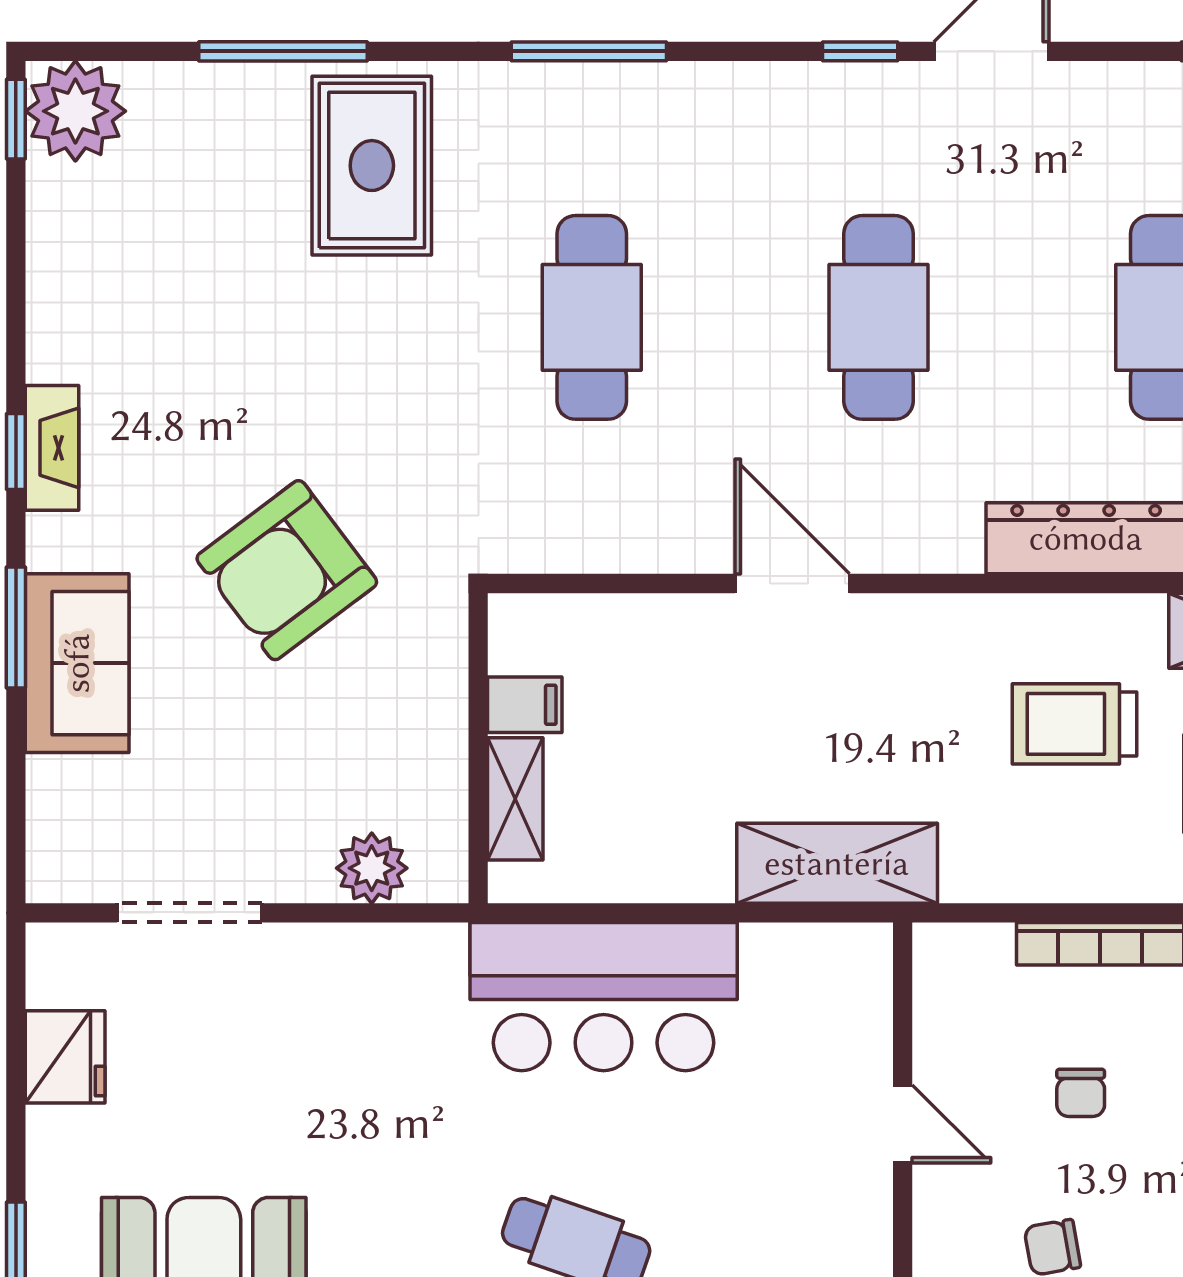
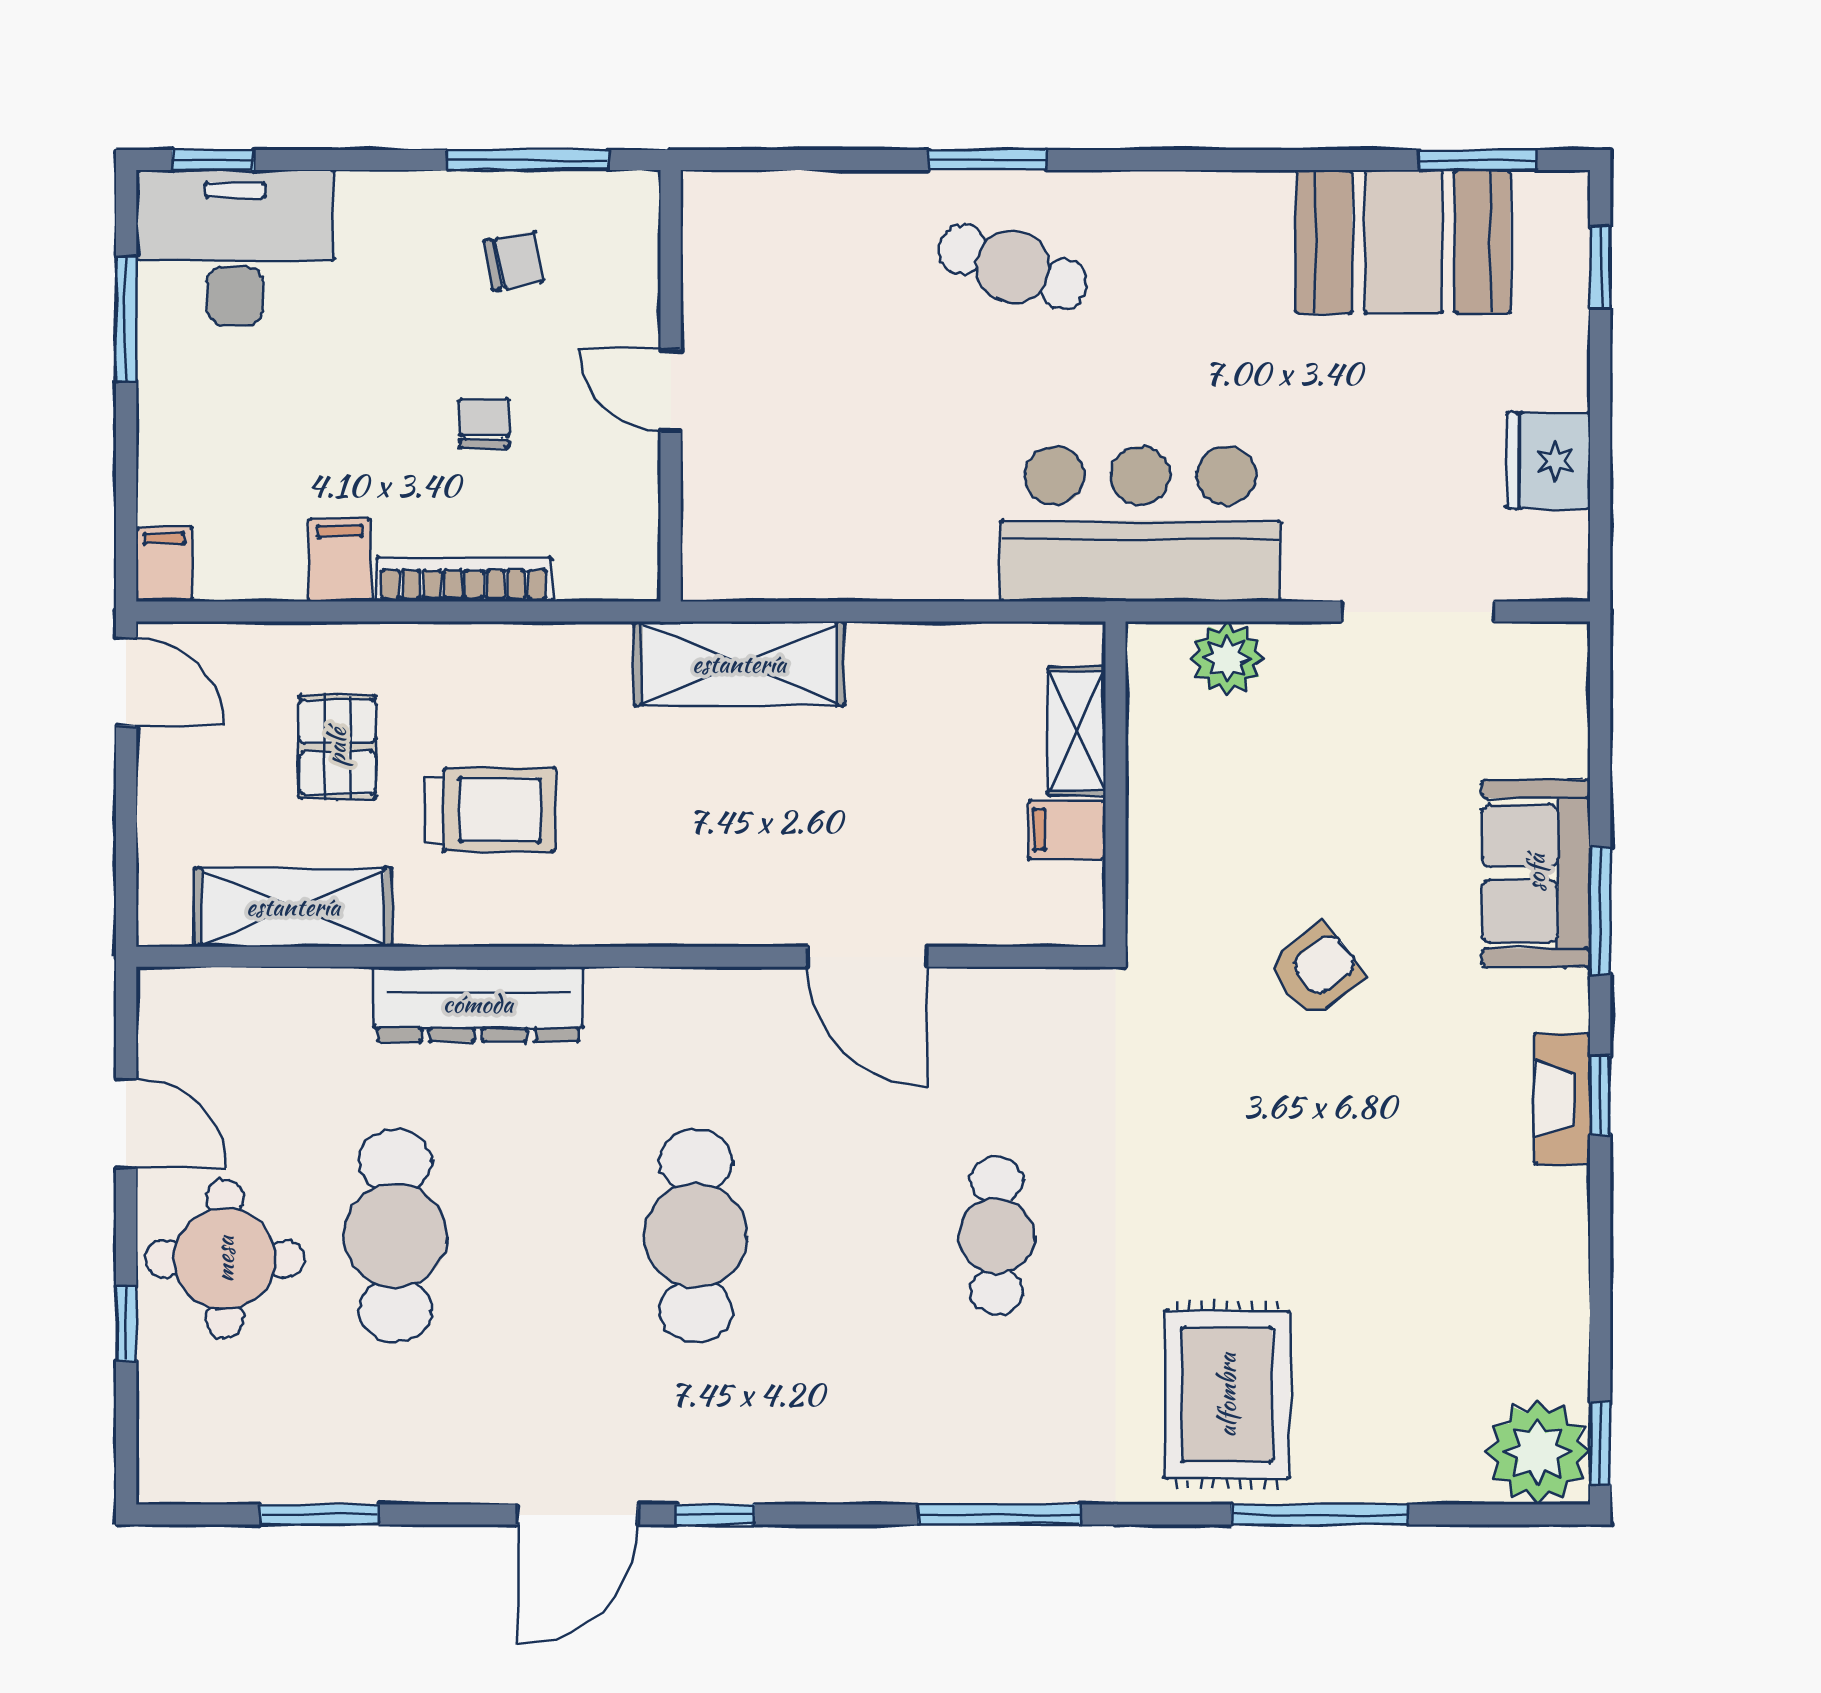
cafe table: (592, 317) -> (997, 1236), width x0.73, depth x0.74
armchair: (287, 570) -> (1316, 971), width x0.53, depth x0.53
door: (792, 584) -> (868, 957), moved
bar counter: (604, 997) -> (1140, 524), moved

